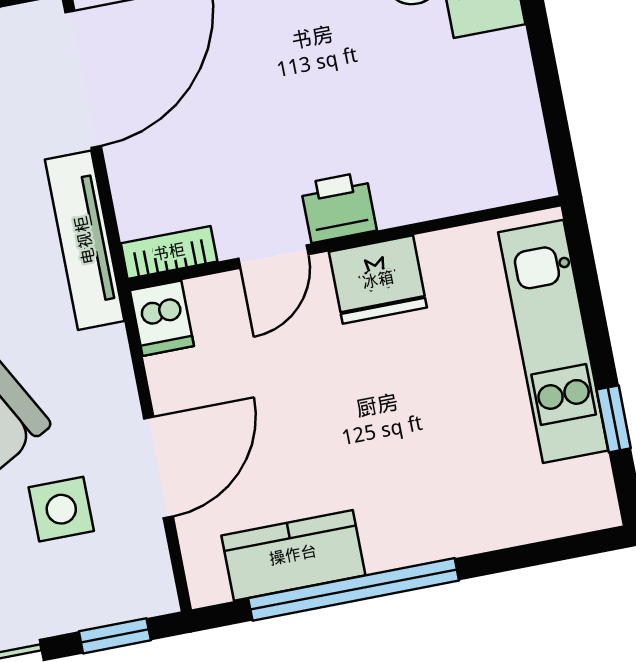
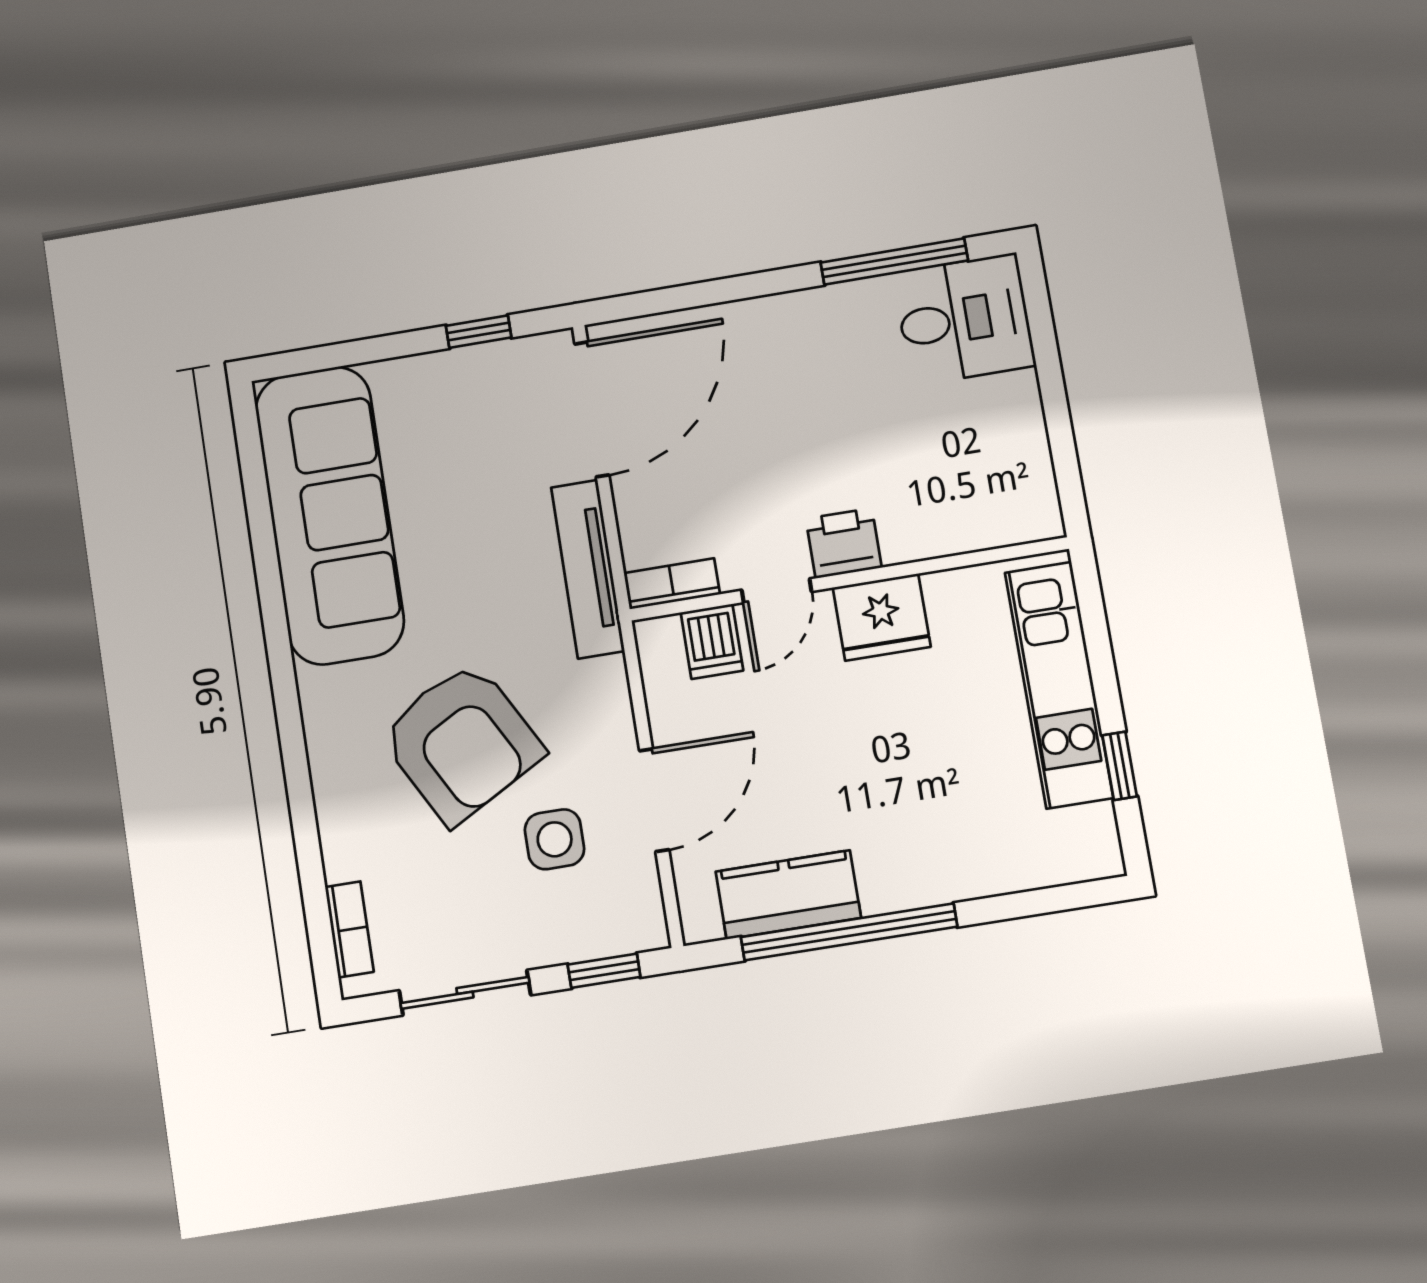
dishwasher: (162, 318) -> (712, 641), moved

